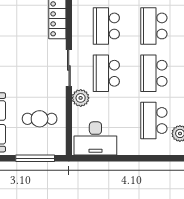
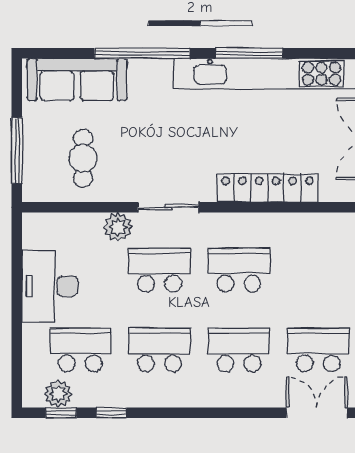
desk: (95, 138) -> (50, 286), moved

